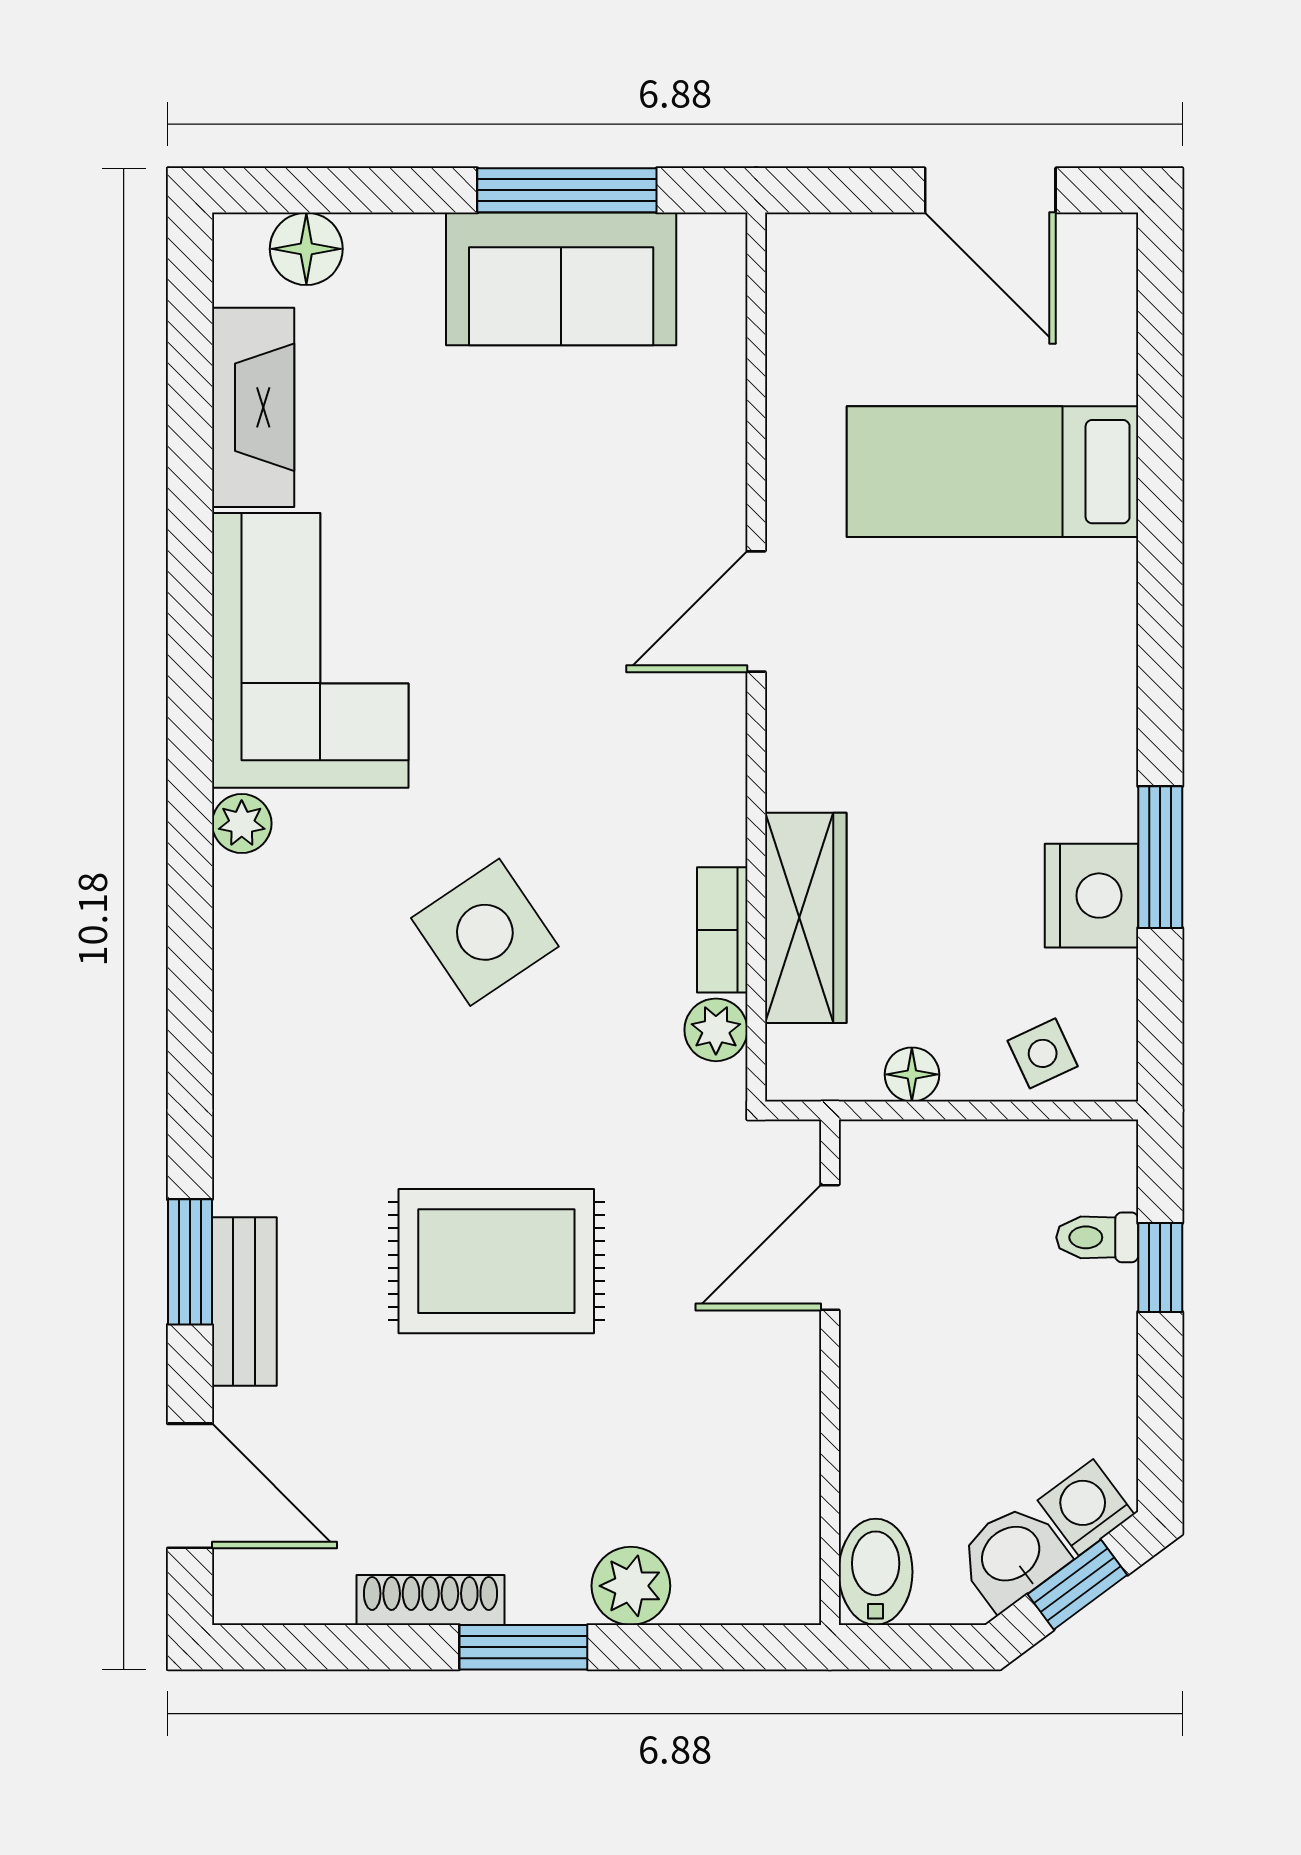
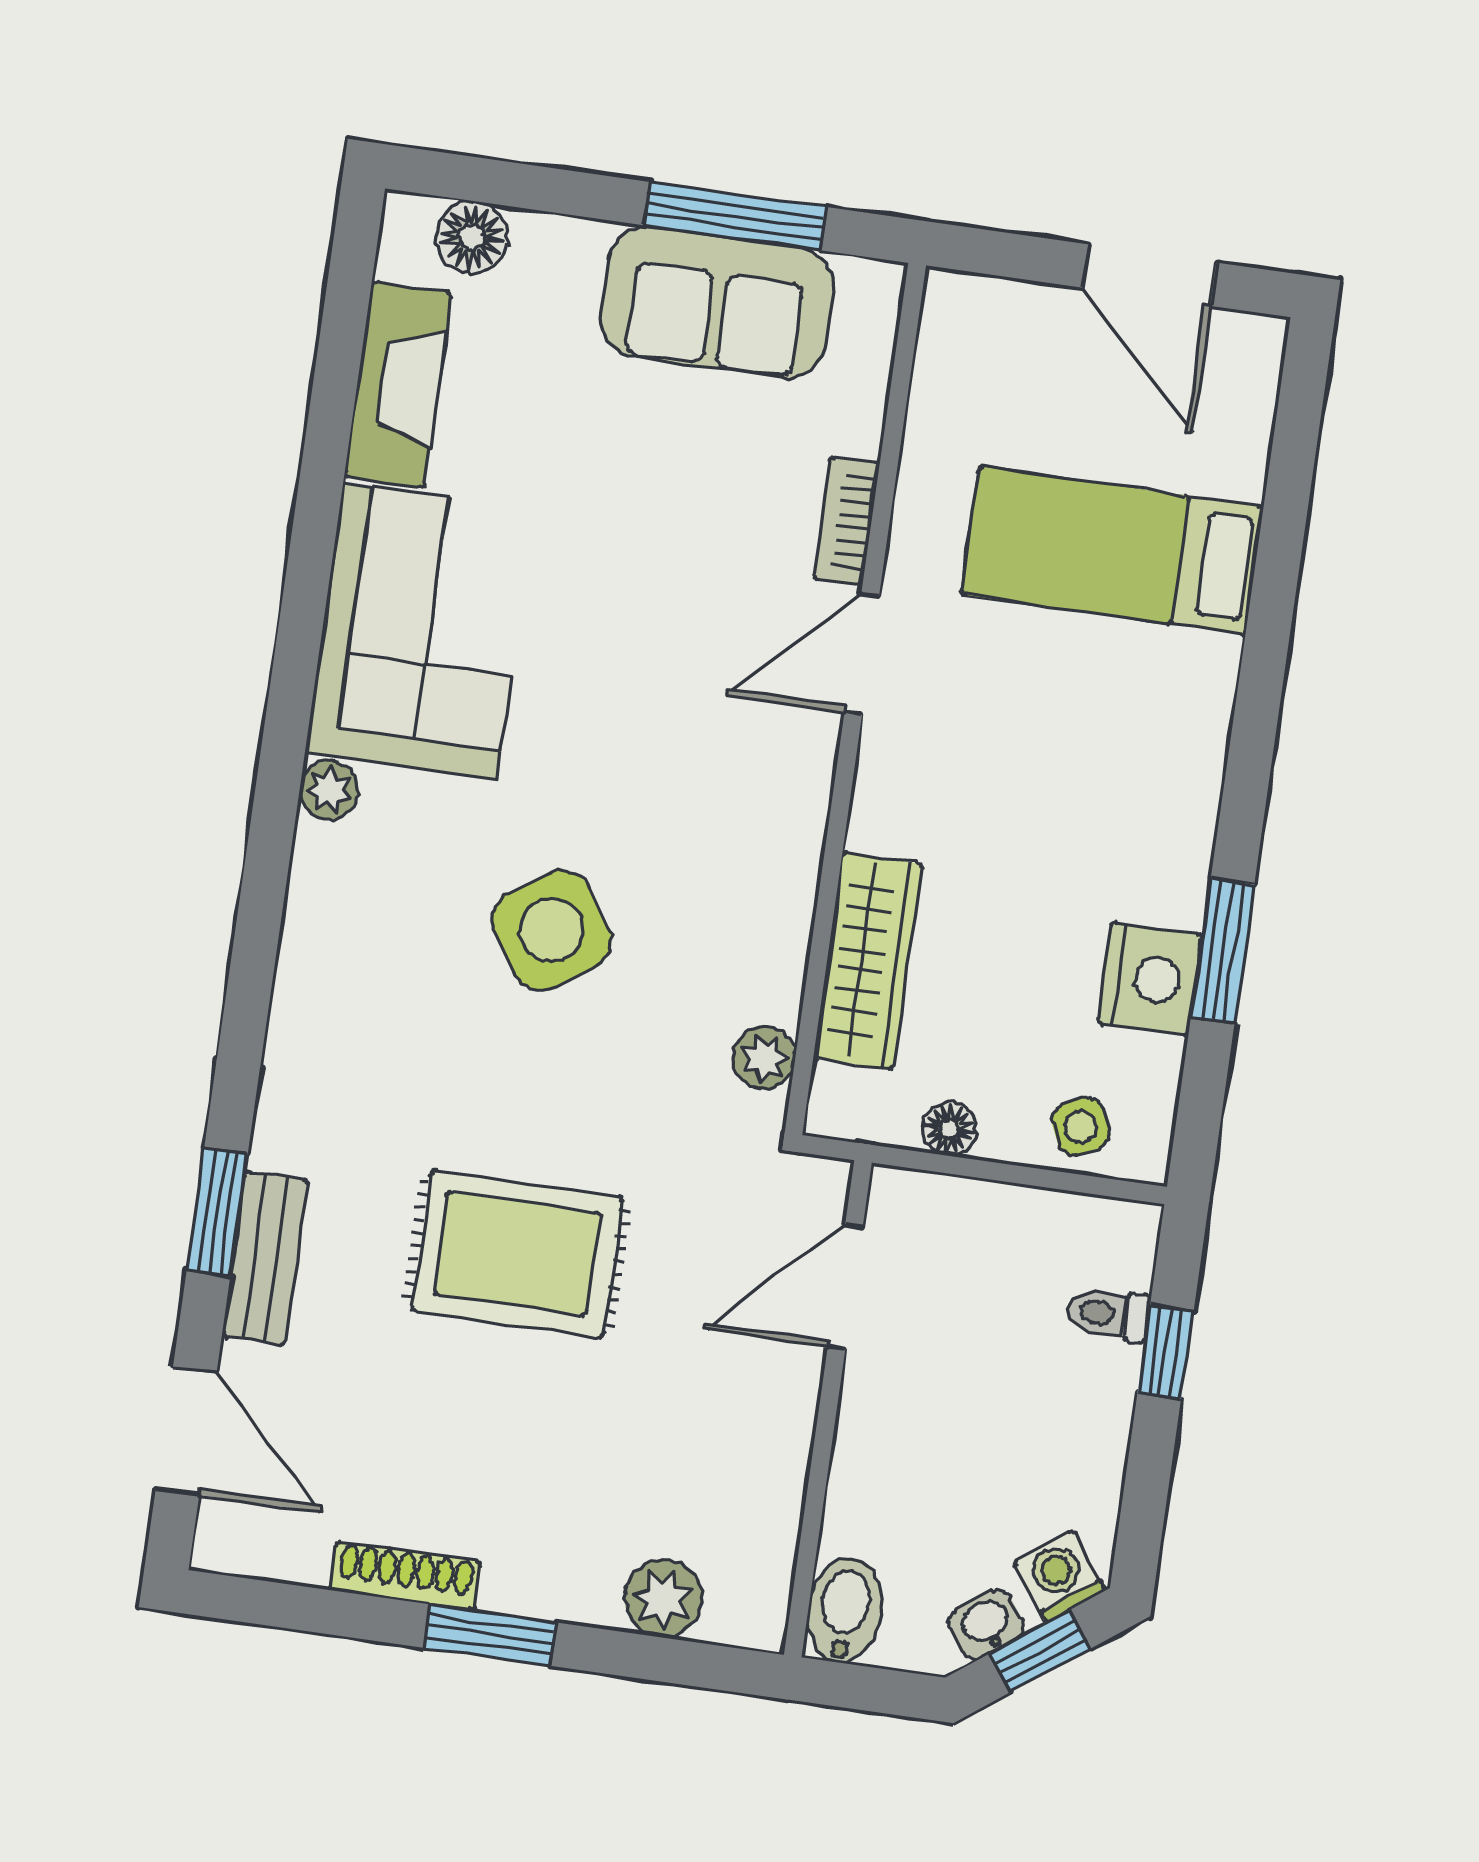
bookcase: (722, 930) -> (847, 521), moved
washbasin: (1012, 1556) -> (986, 1624), width x0.72, depth x0.69
plant: (631, 1586) -> (663, 1599), moved

